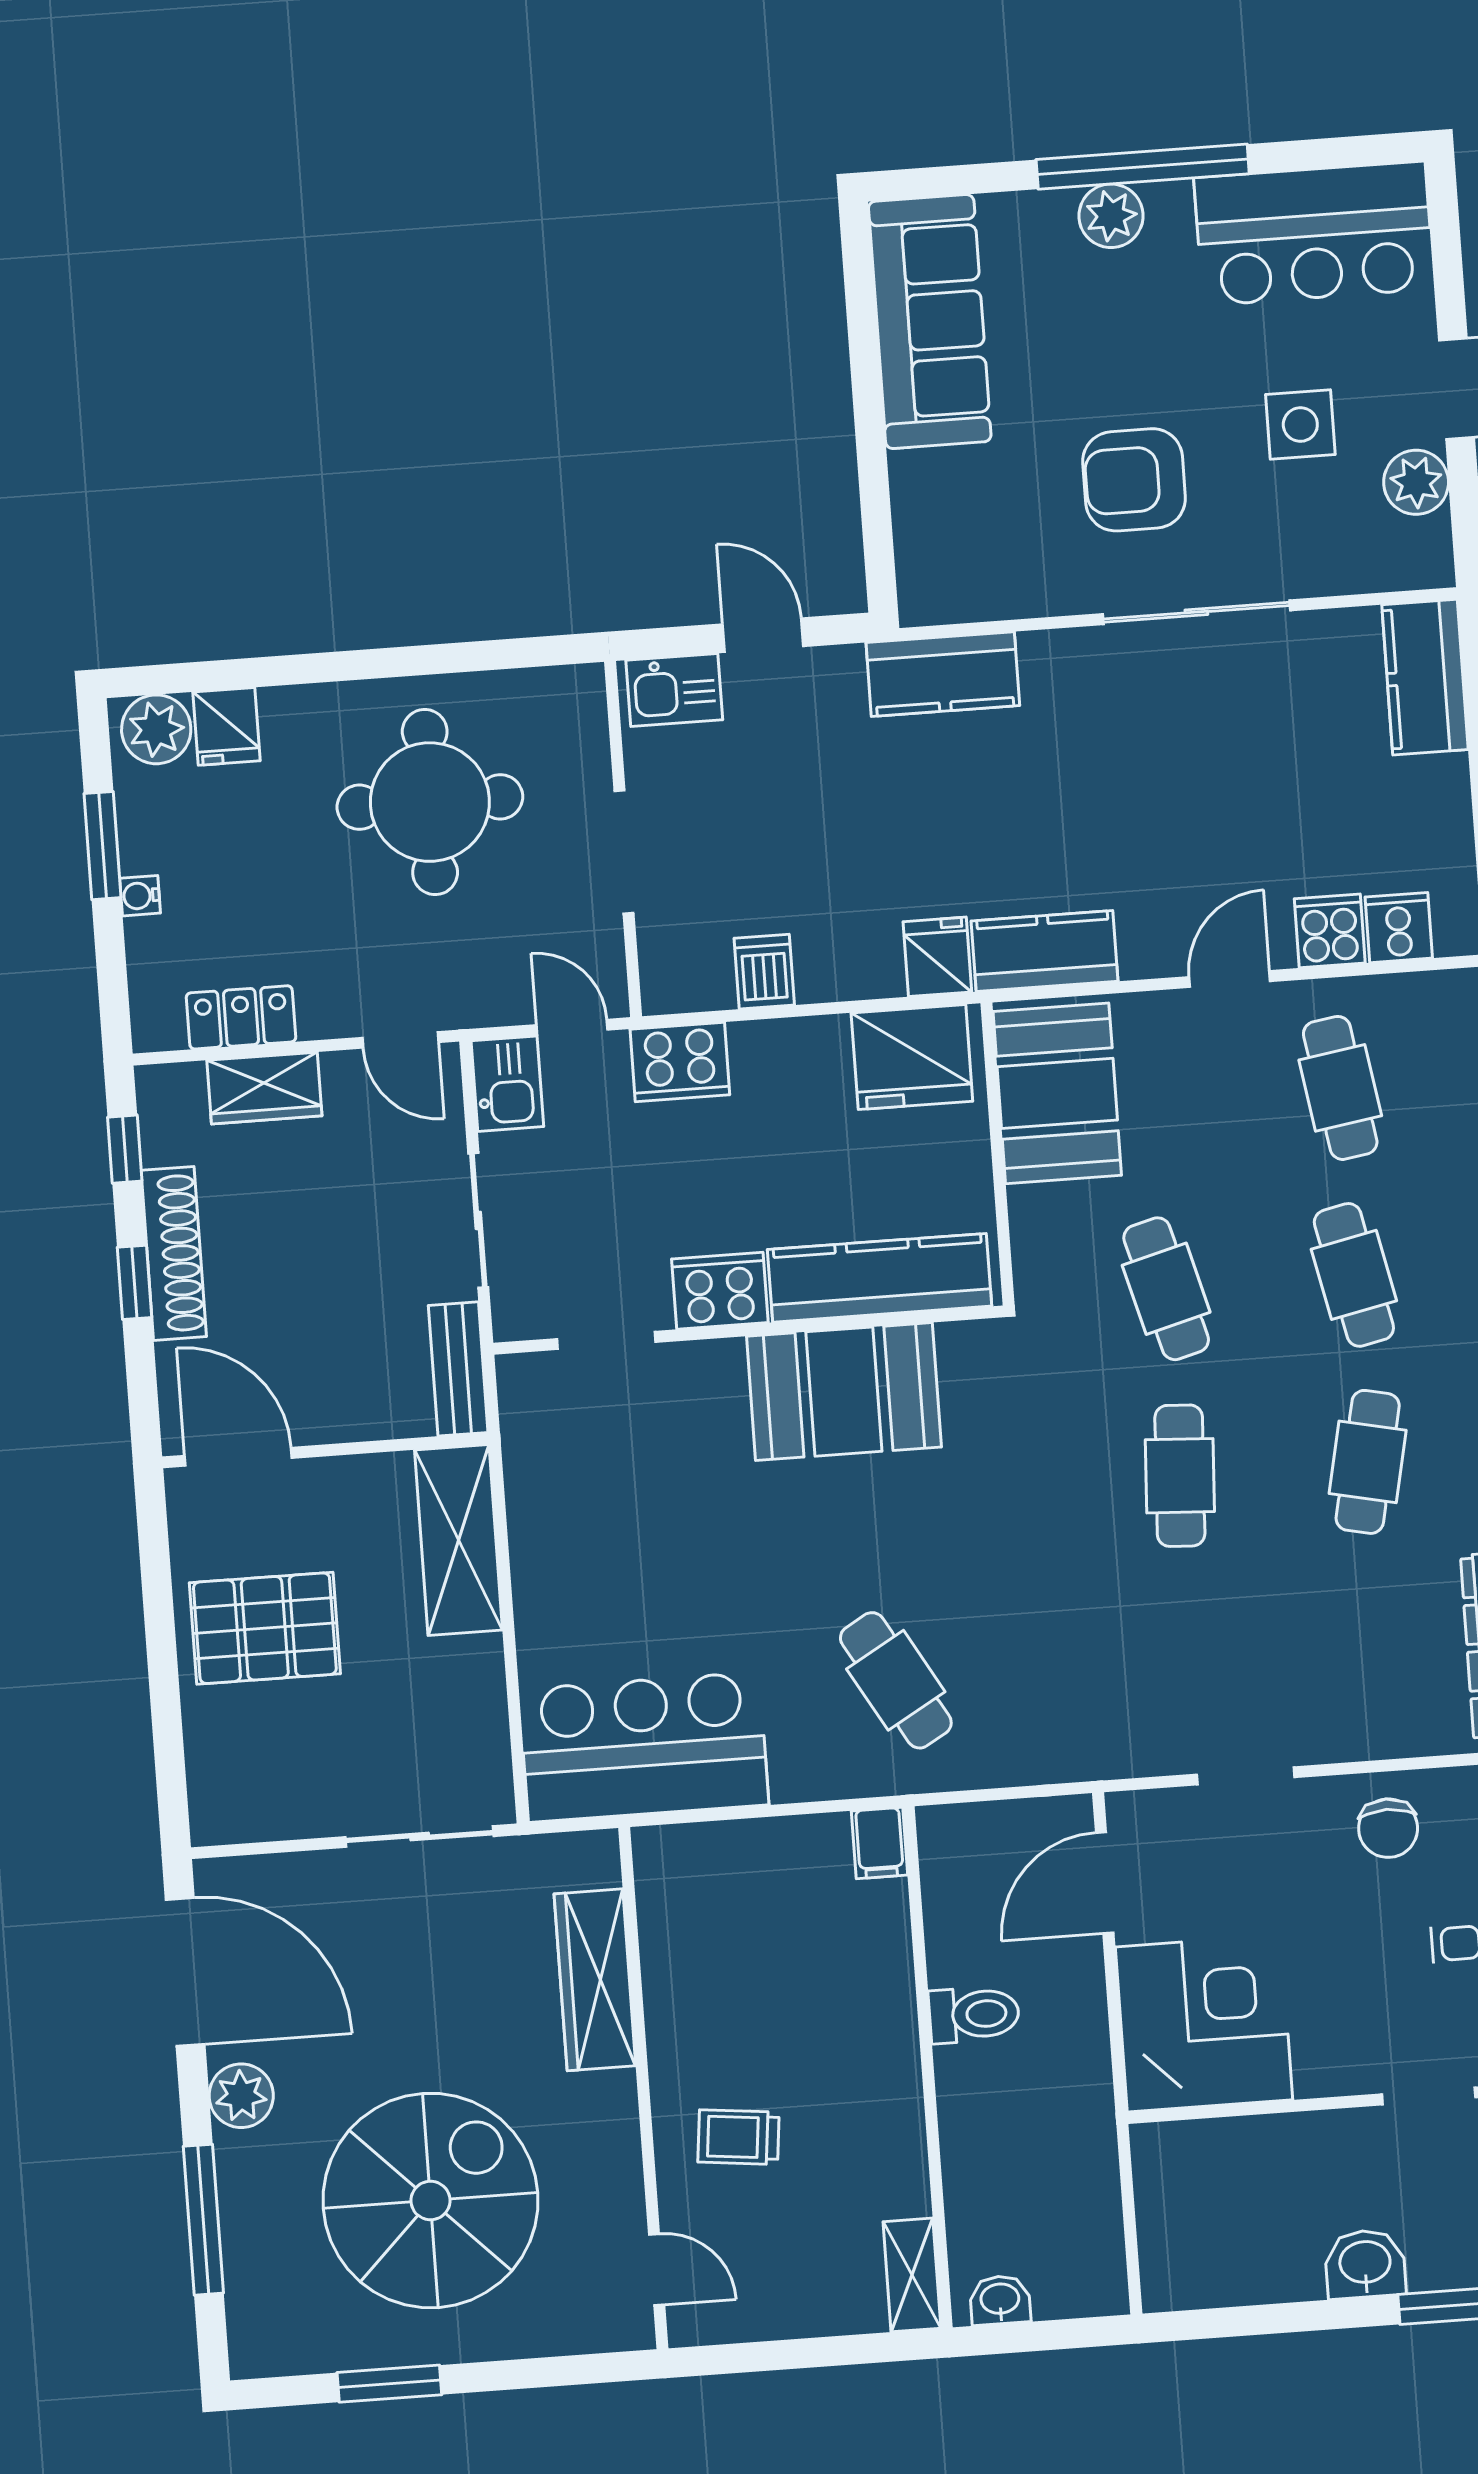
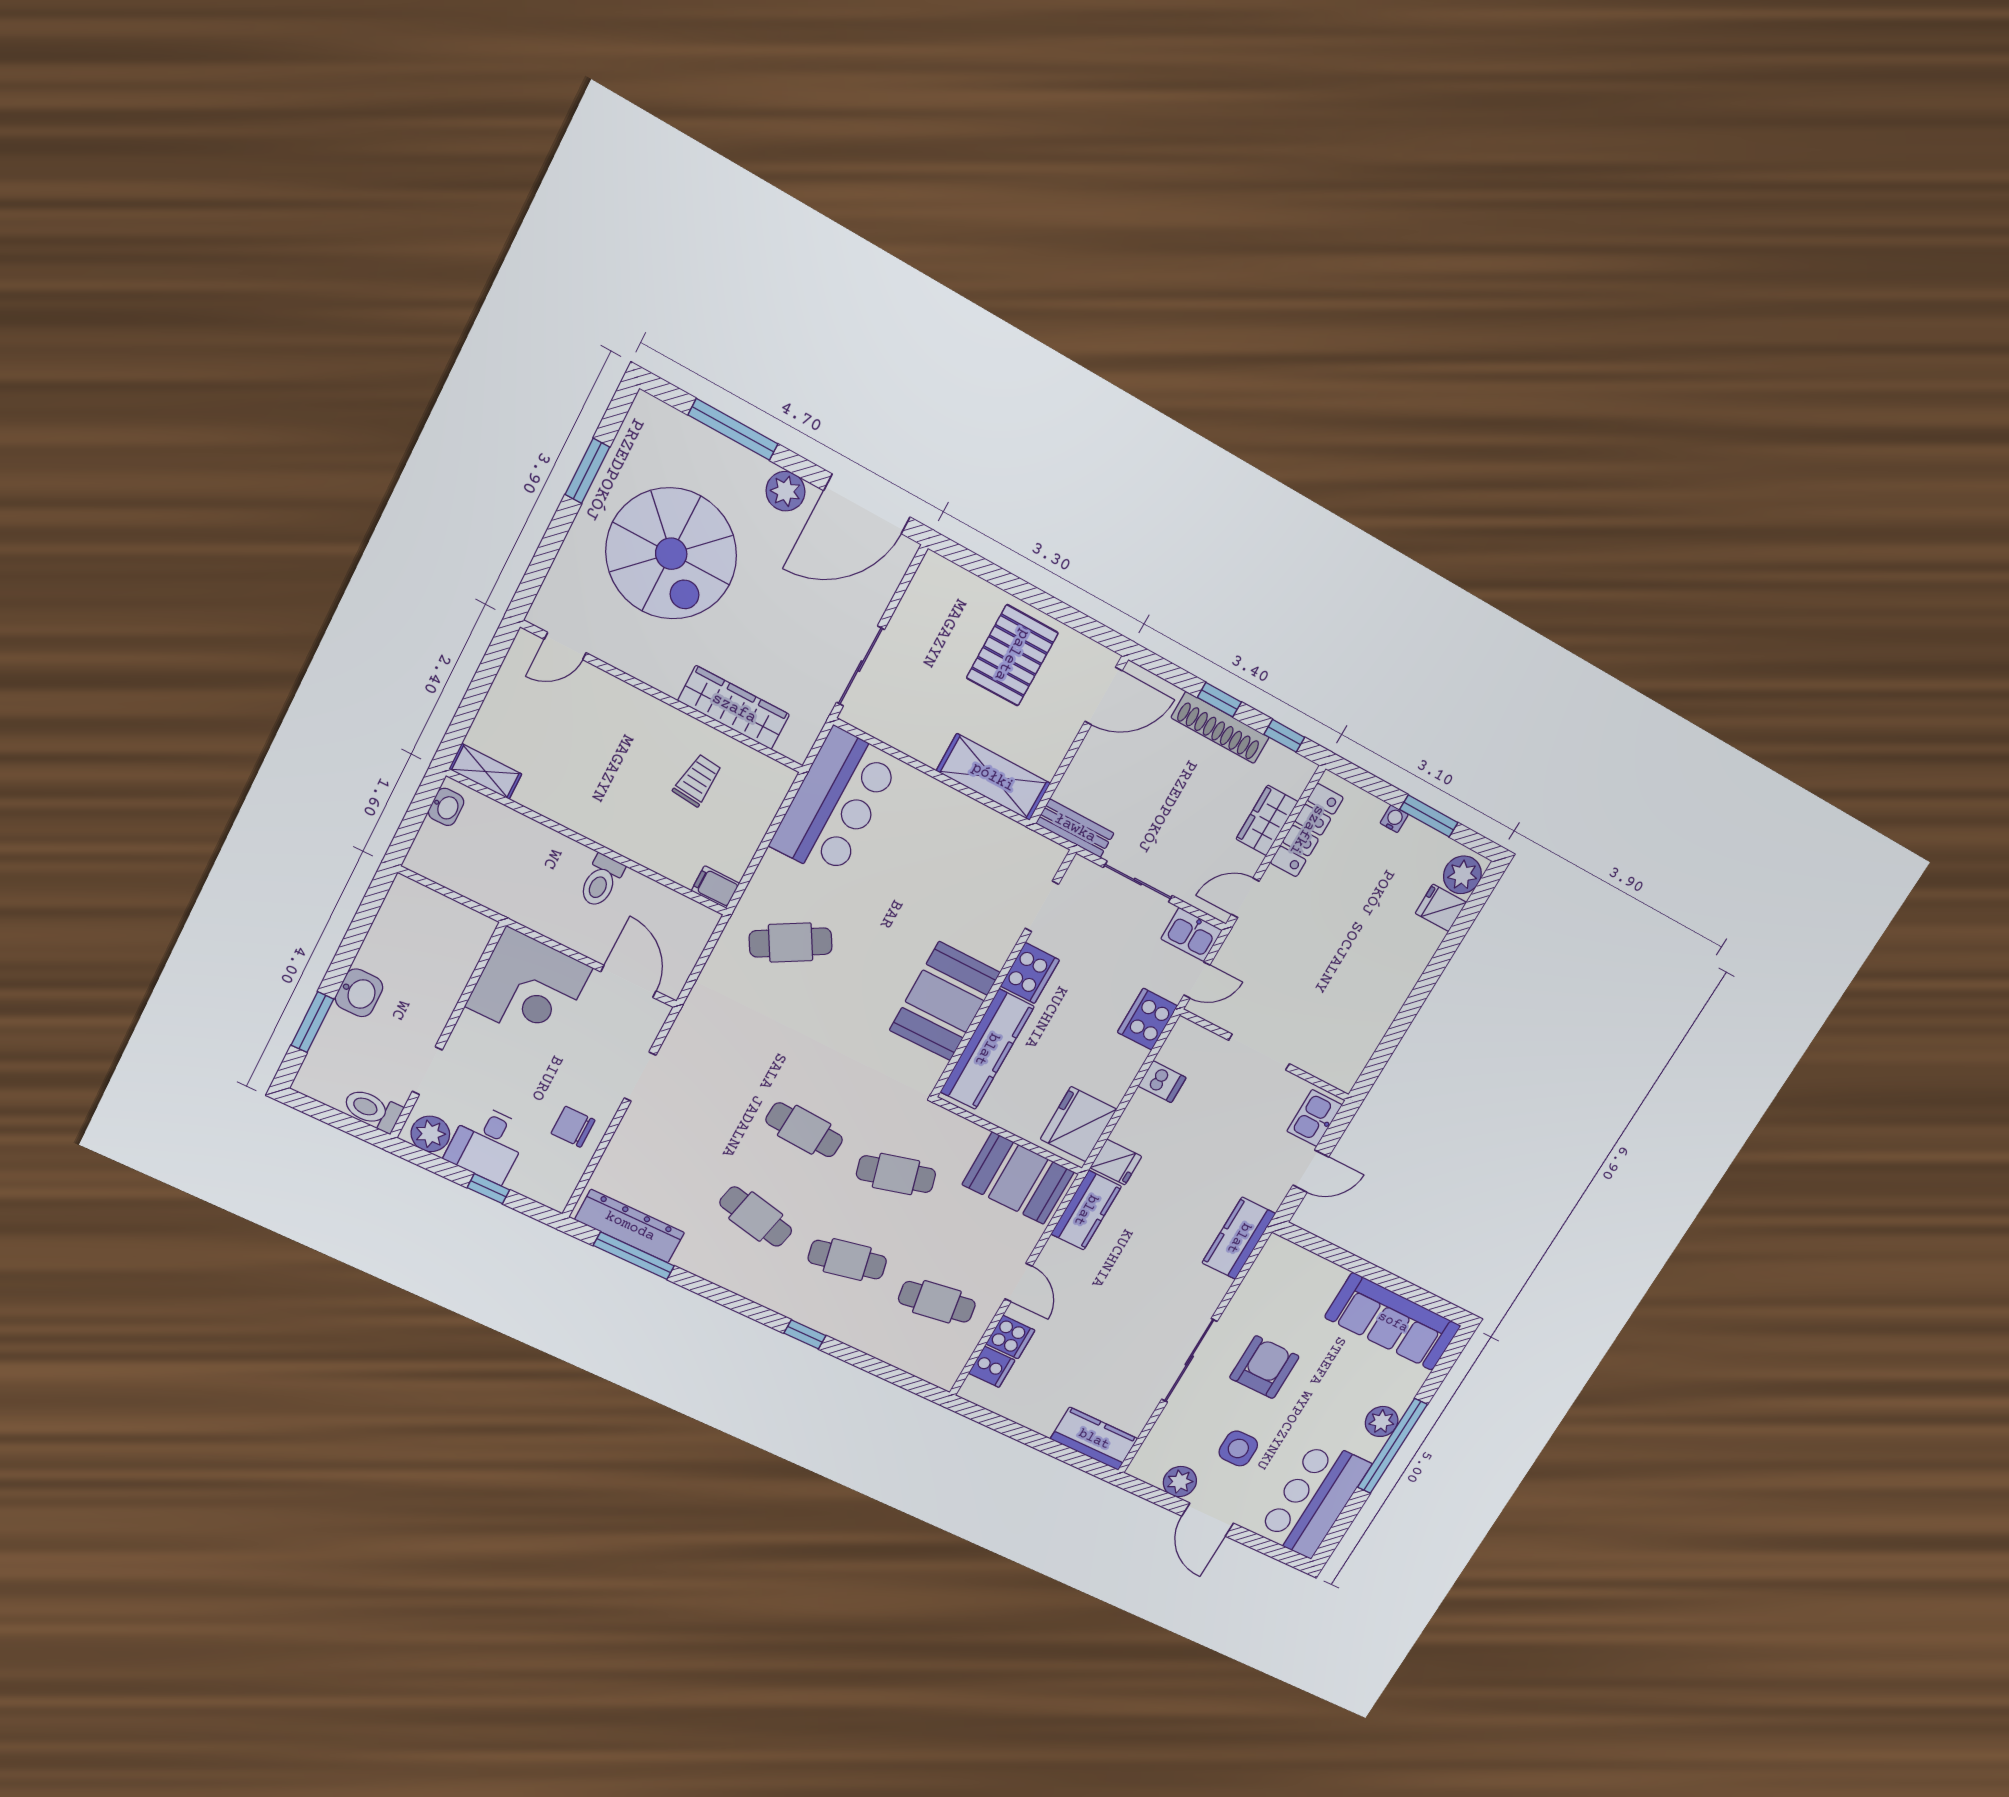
round table: (430, 802) -> (1342, 979), removed
locker: (241, 1017) -> (1307, 830), width x1.53
trolley: (738, 2137) -> (698, 780), moved

